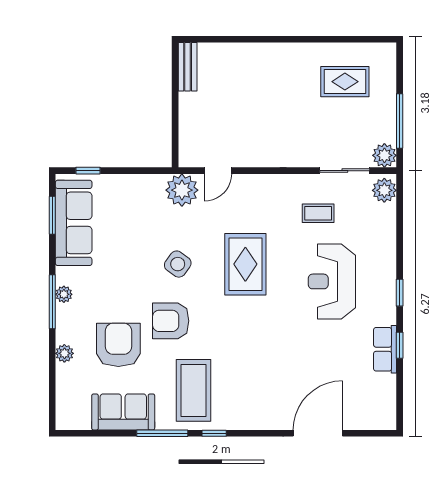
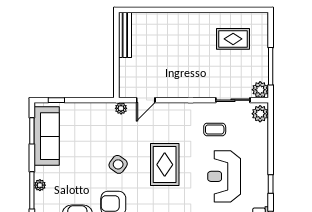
bench: (188, 67) -> (125, 35), width x1.36
plant: (182, 190) -> (121, 108), width x0.53, depth x0.53

